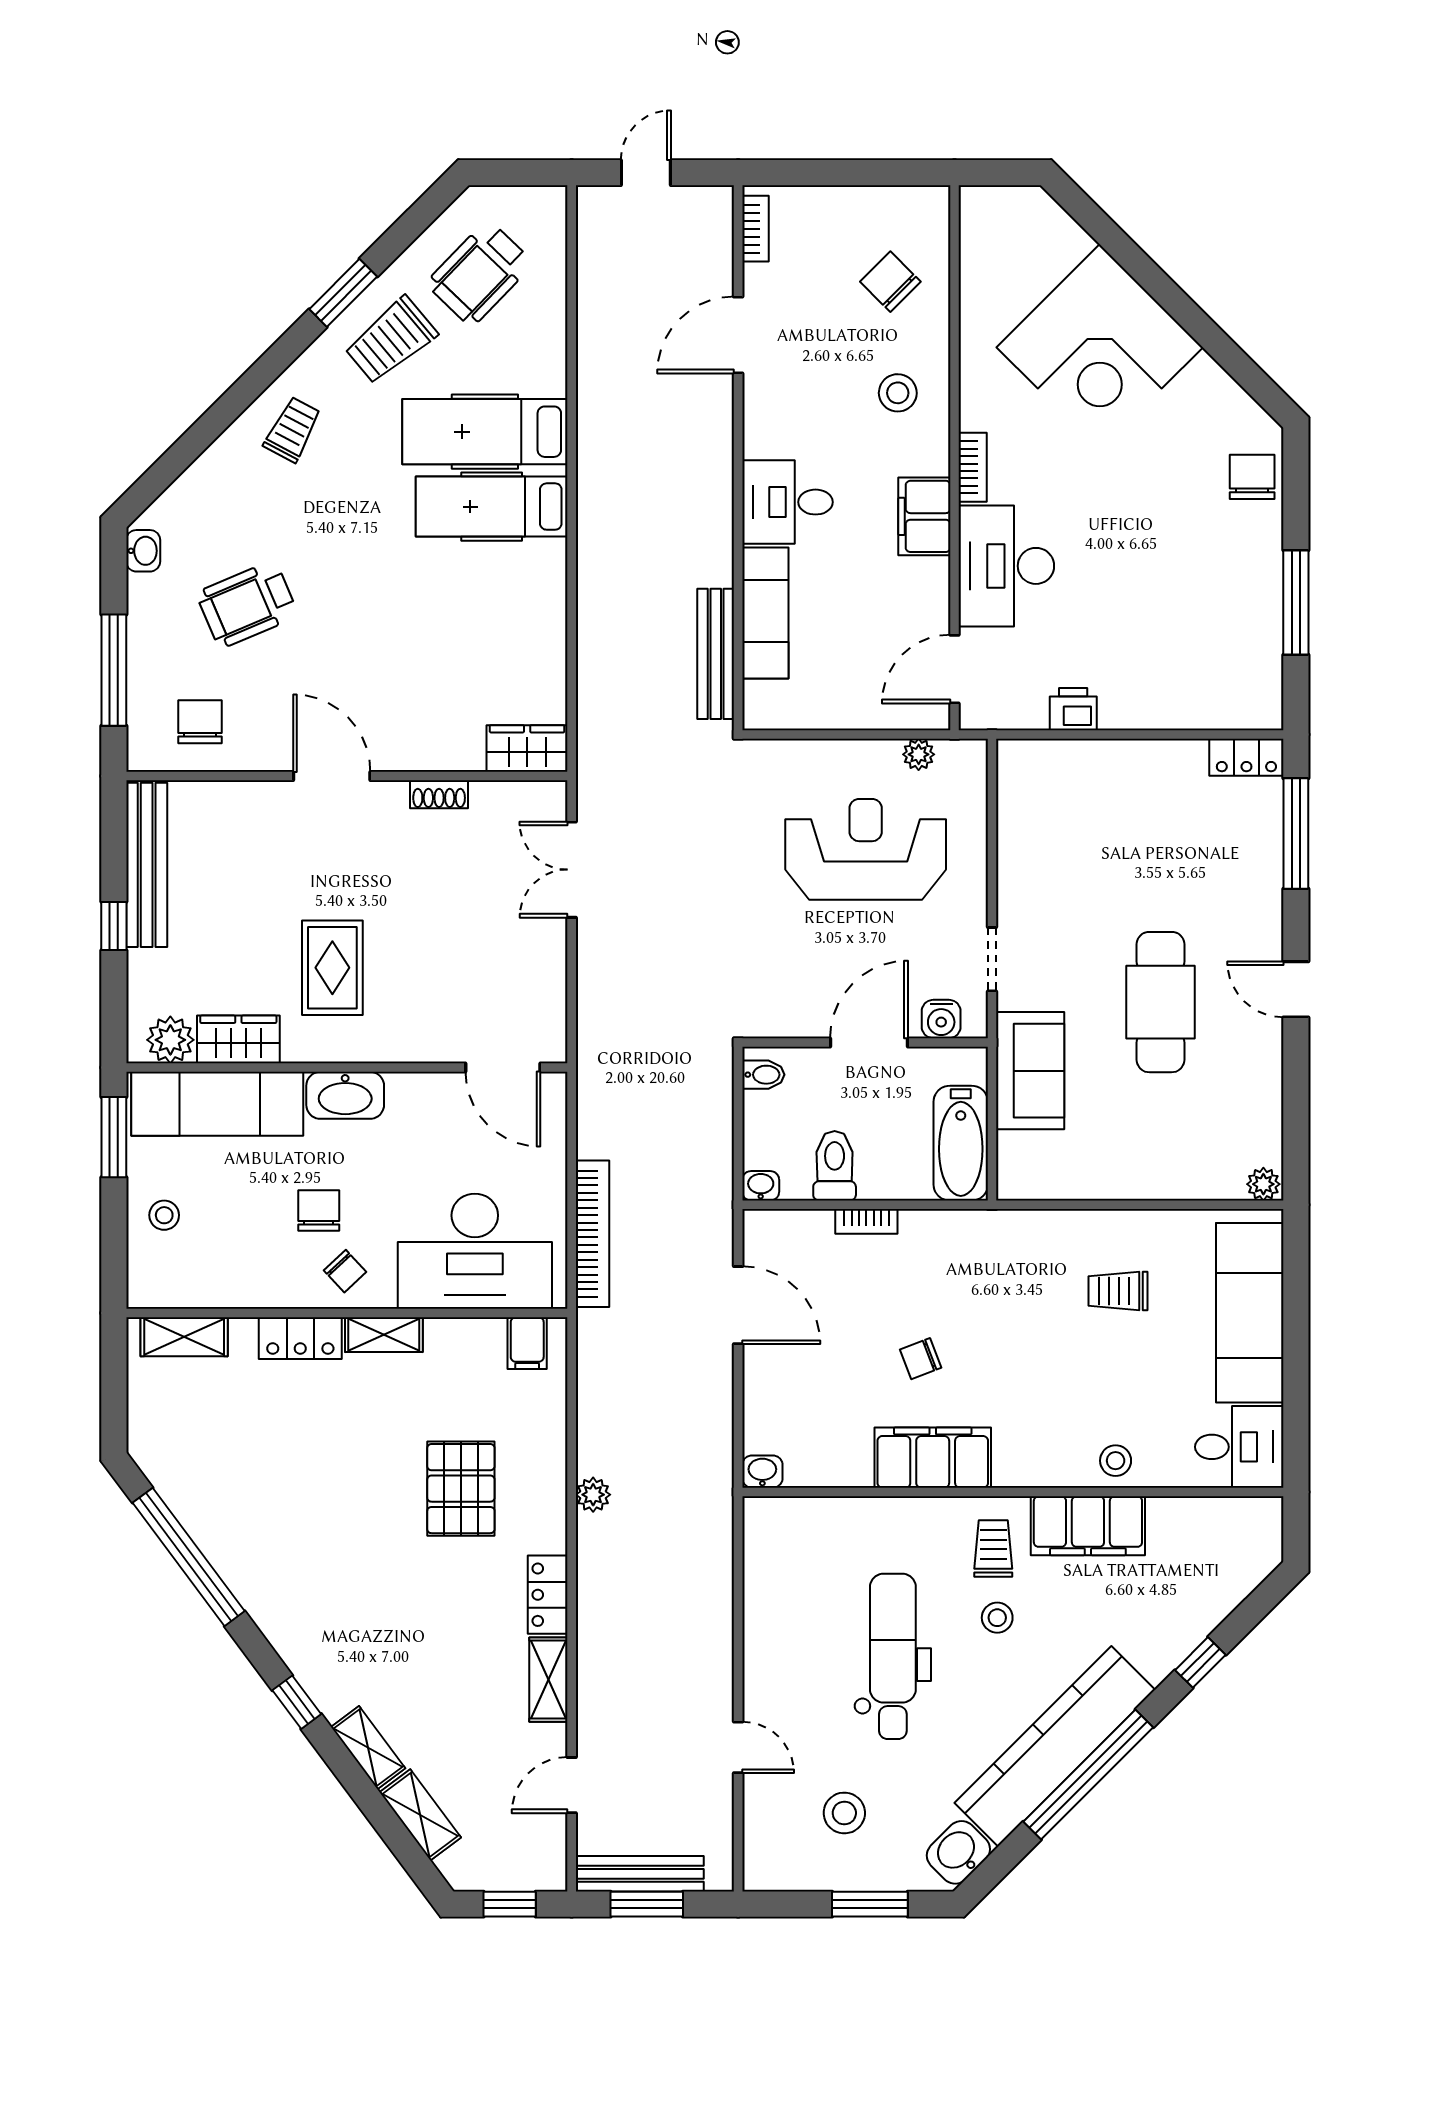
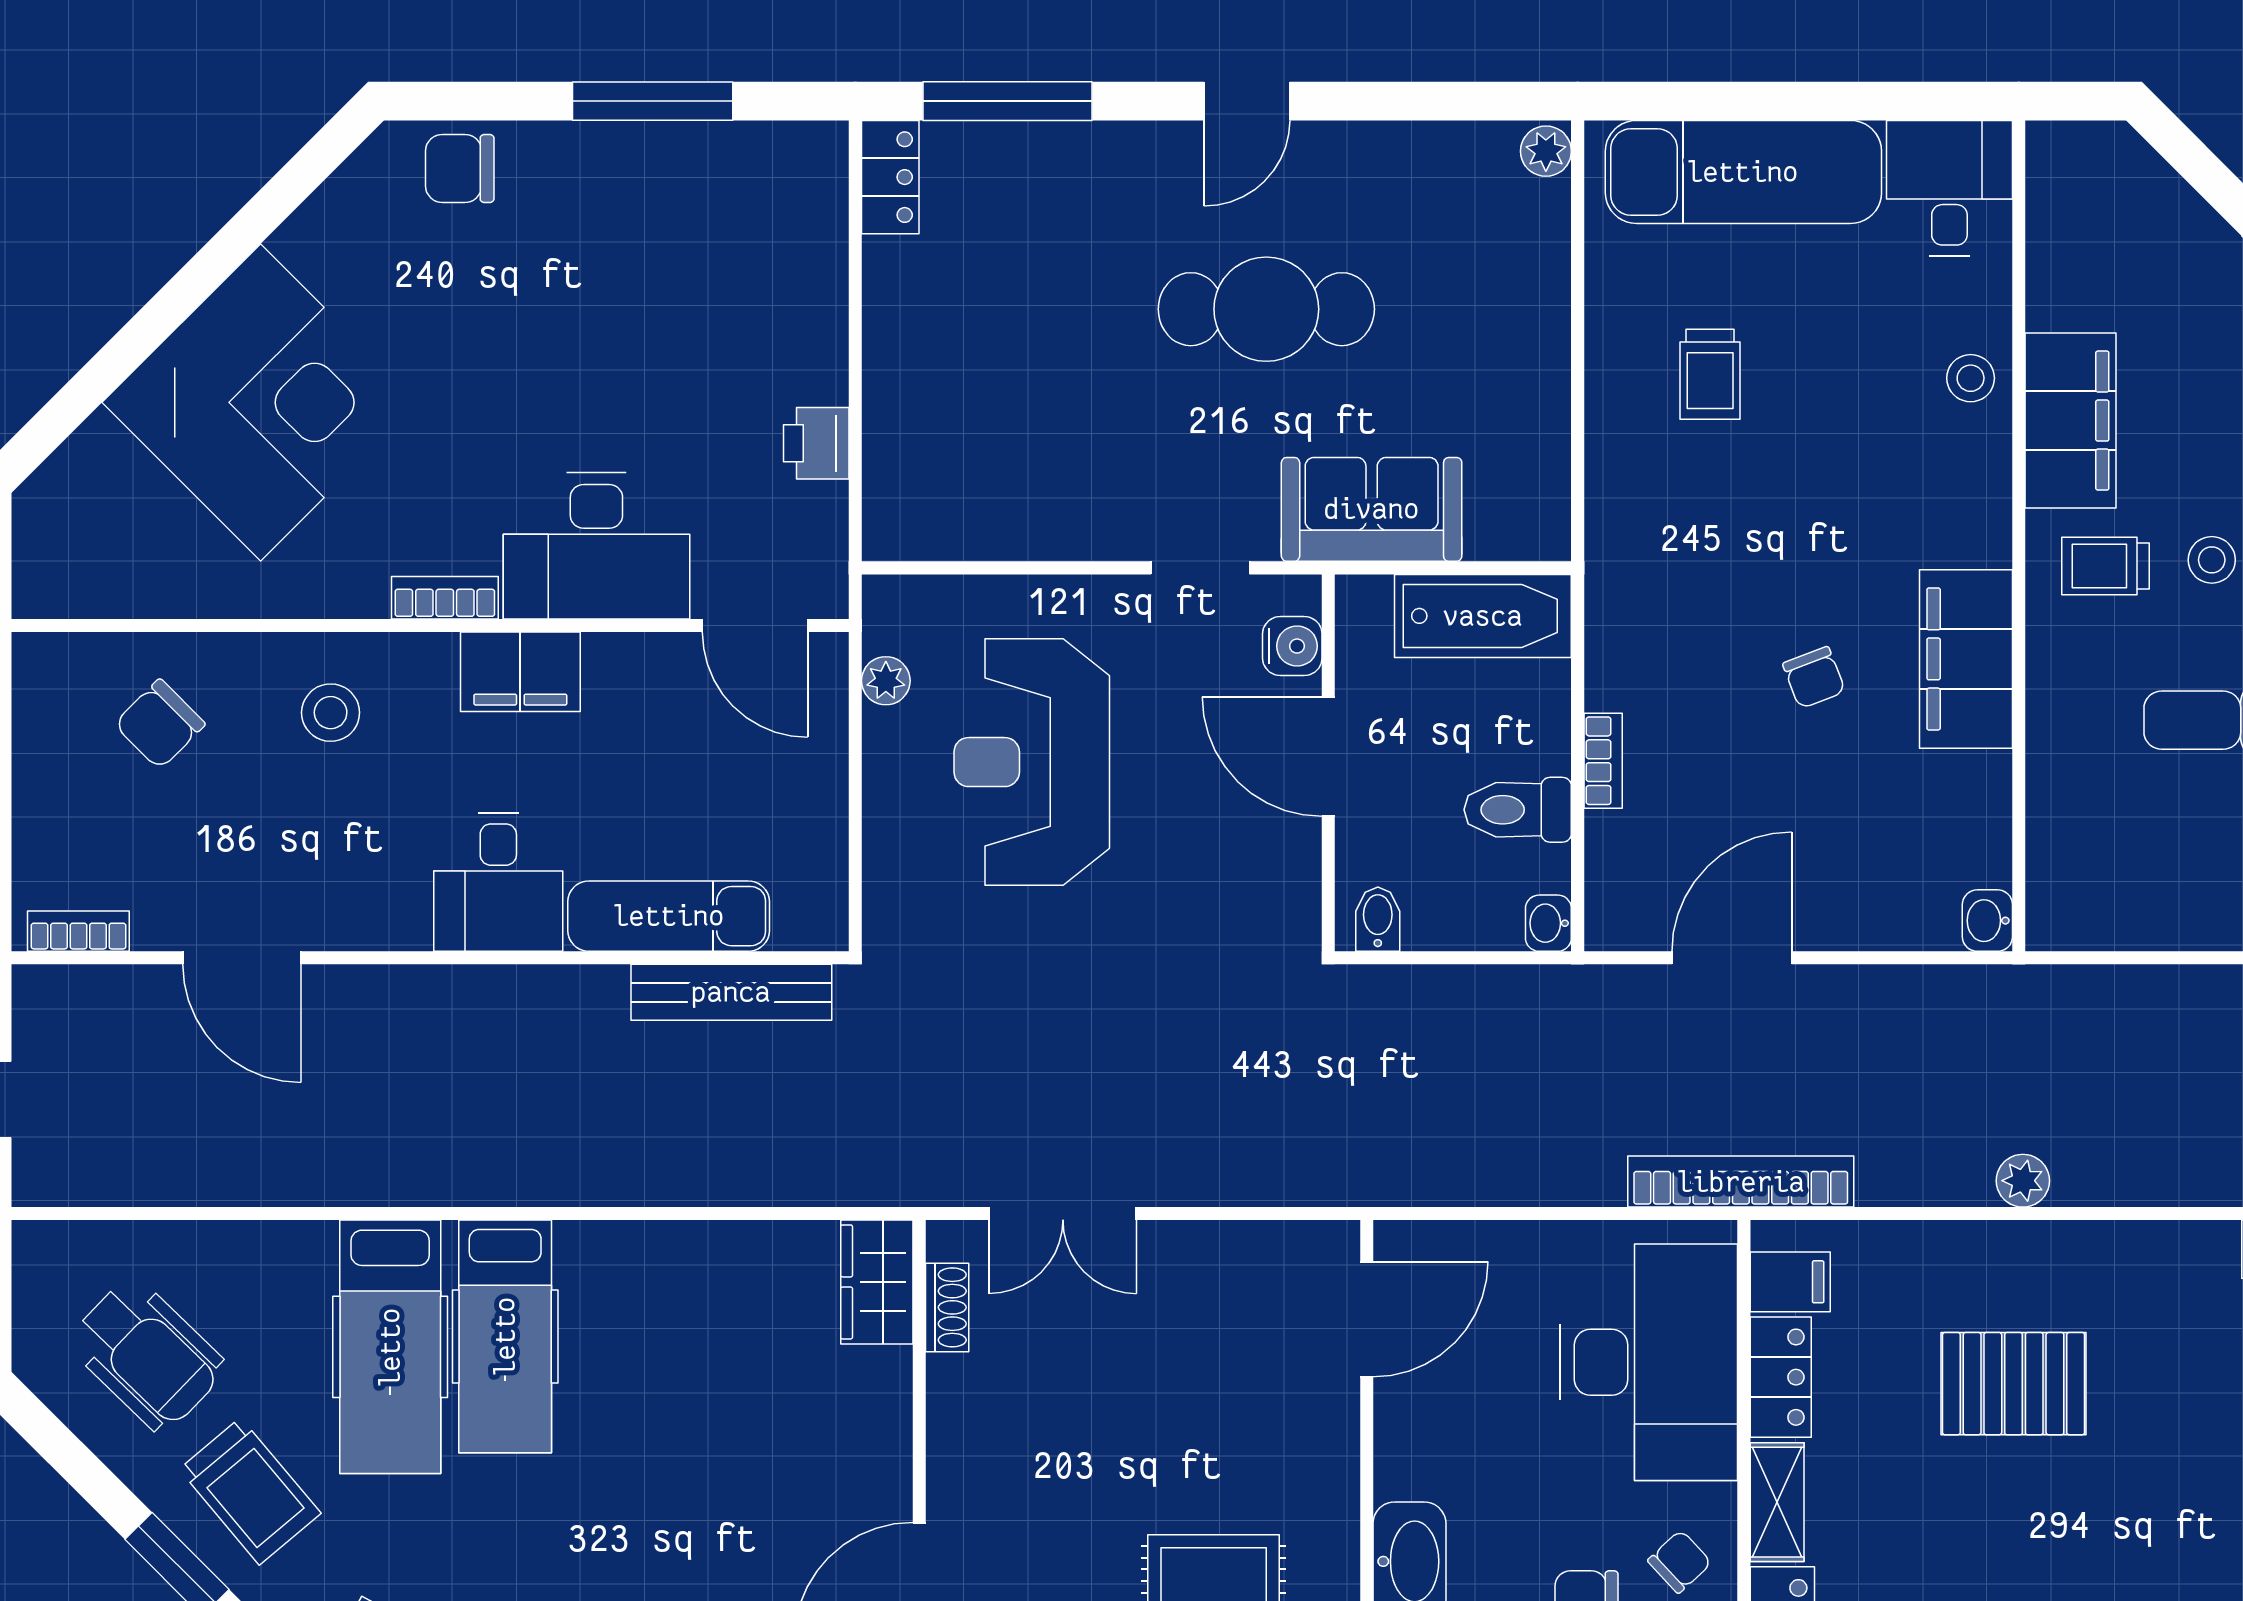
shoe rack: (439, 794) -> (947, 1307), moved
bookcase: (592, 1234) -> (1741, 1182), moved
locker: (548, 1595) -> (1781, 1377), moved, turned -90

